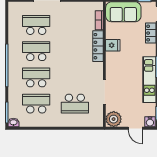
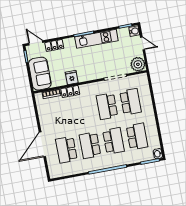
locker: (98, 46) -> (70, 92), width x0.66
school desk: (36, 77) -> (113, 141), turned 180
school desk: (75, 77) -> (107, 106), added
school desk: (36, 104) -> (137, 136), turned 180
door: (135, 128) -> (143, 43), hinge flipped

